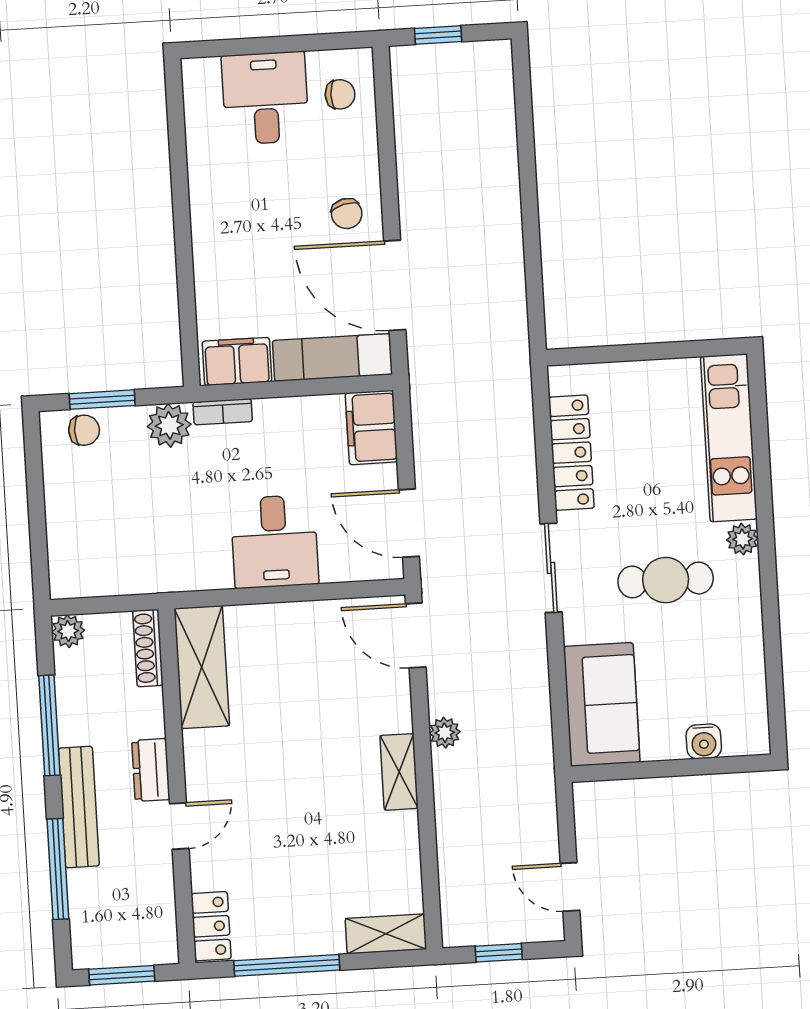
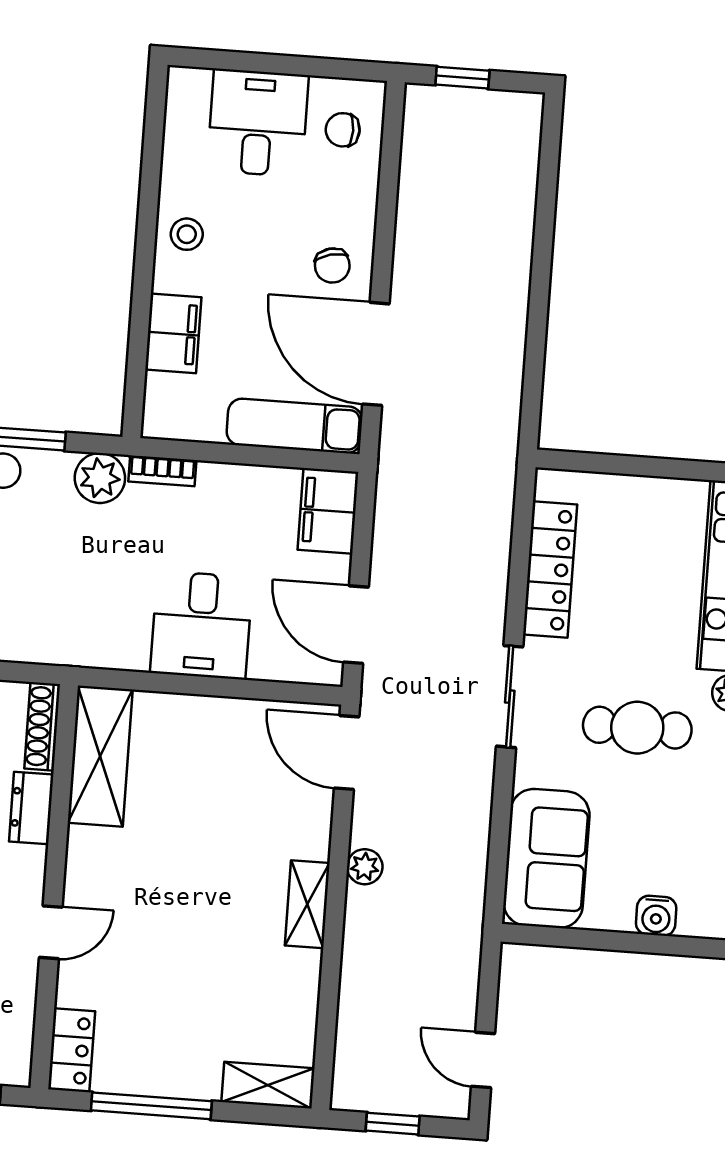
chair: (340, 94) -> (343, 130), turned 180
stool: (217, 203) -> (187, 234), added
filing cabinet: (237, 361) -> (173, 333), moved, turned 90
dresser: (151, 770) -> (31, 808), moved

